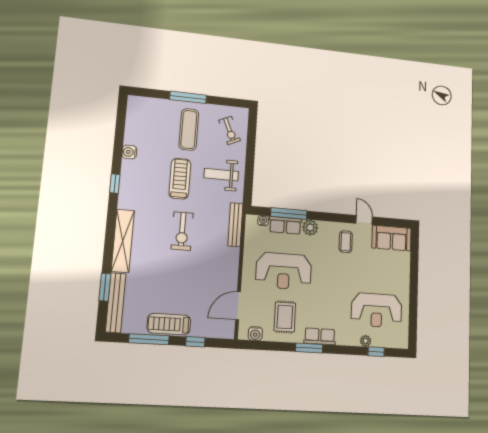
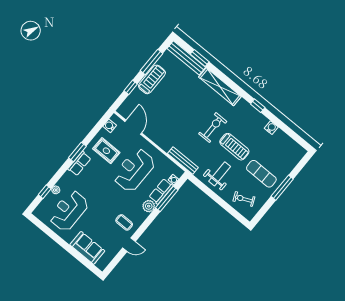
exercise bike: (182, 231) -> (213, 128), moved, turned 90
sofa: (392, 238) -> (87, 248), moved, turned 90

